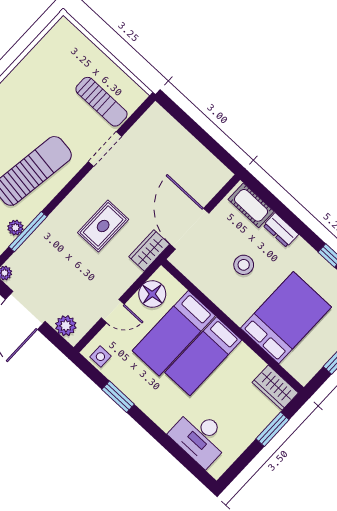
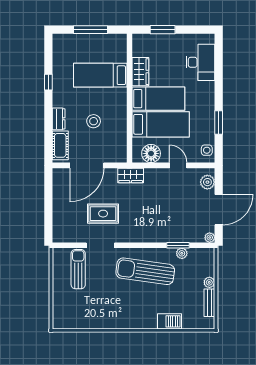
rug: (103, 226) -> (103, 214), moved
door: (189, 229) -> (87, 165), moved
window: (28, 232) -> (178, 245), width x0.69
bed: (286, 318) -> (100, 75), width x0.67
wardrobe: (275, 388) -> (140, 72), moved

